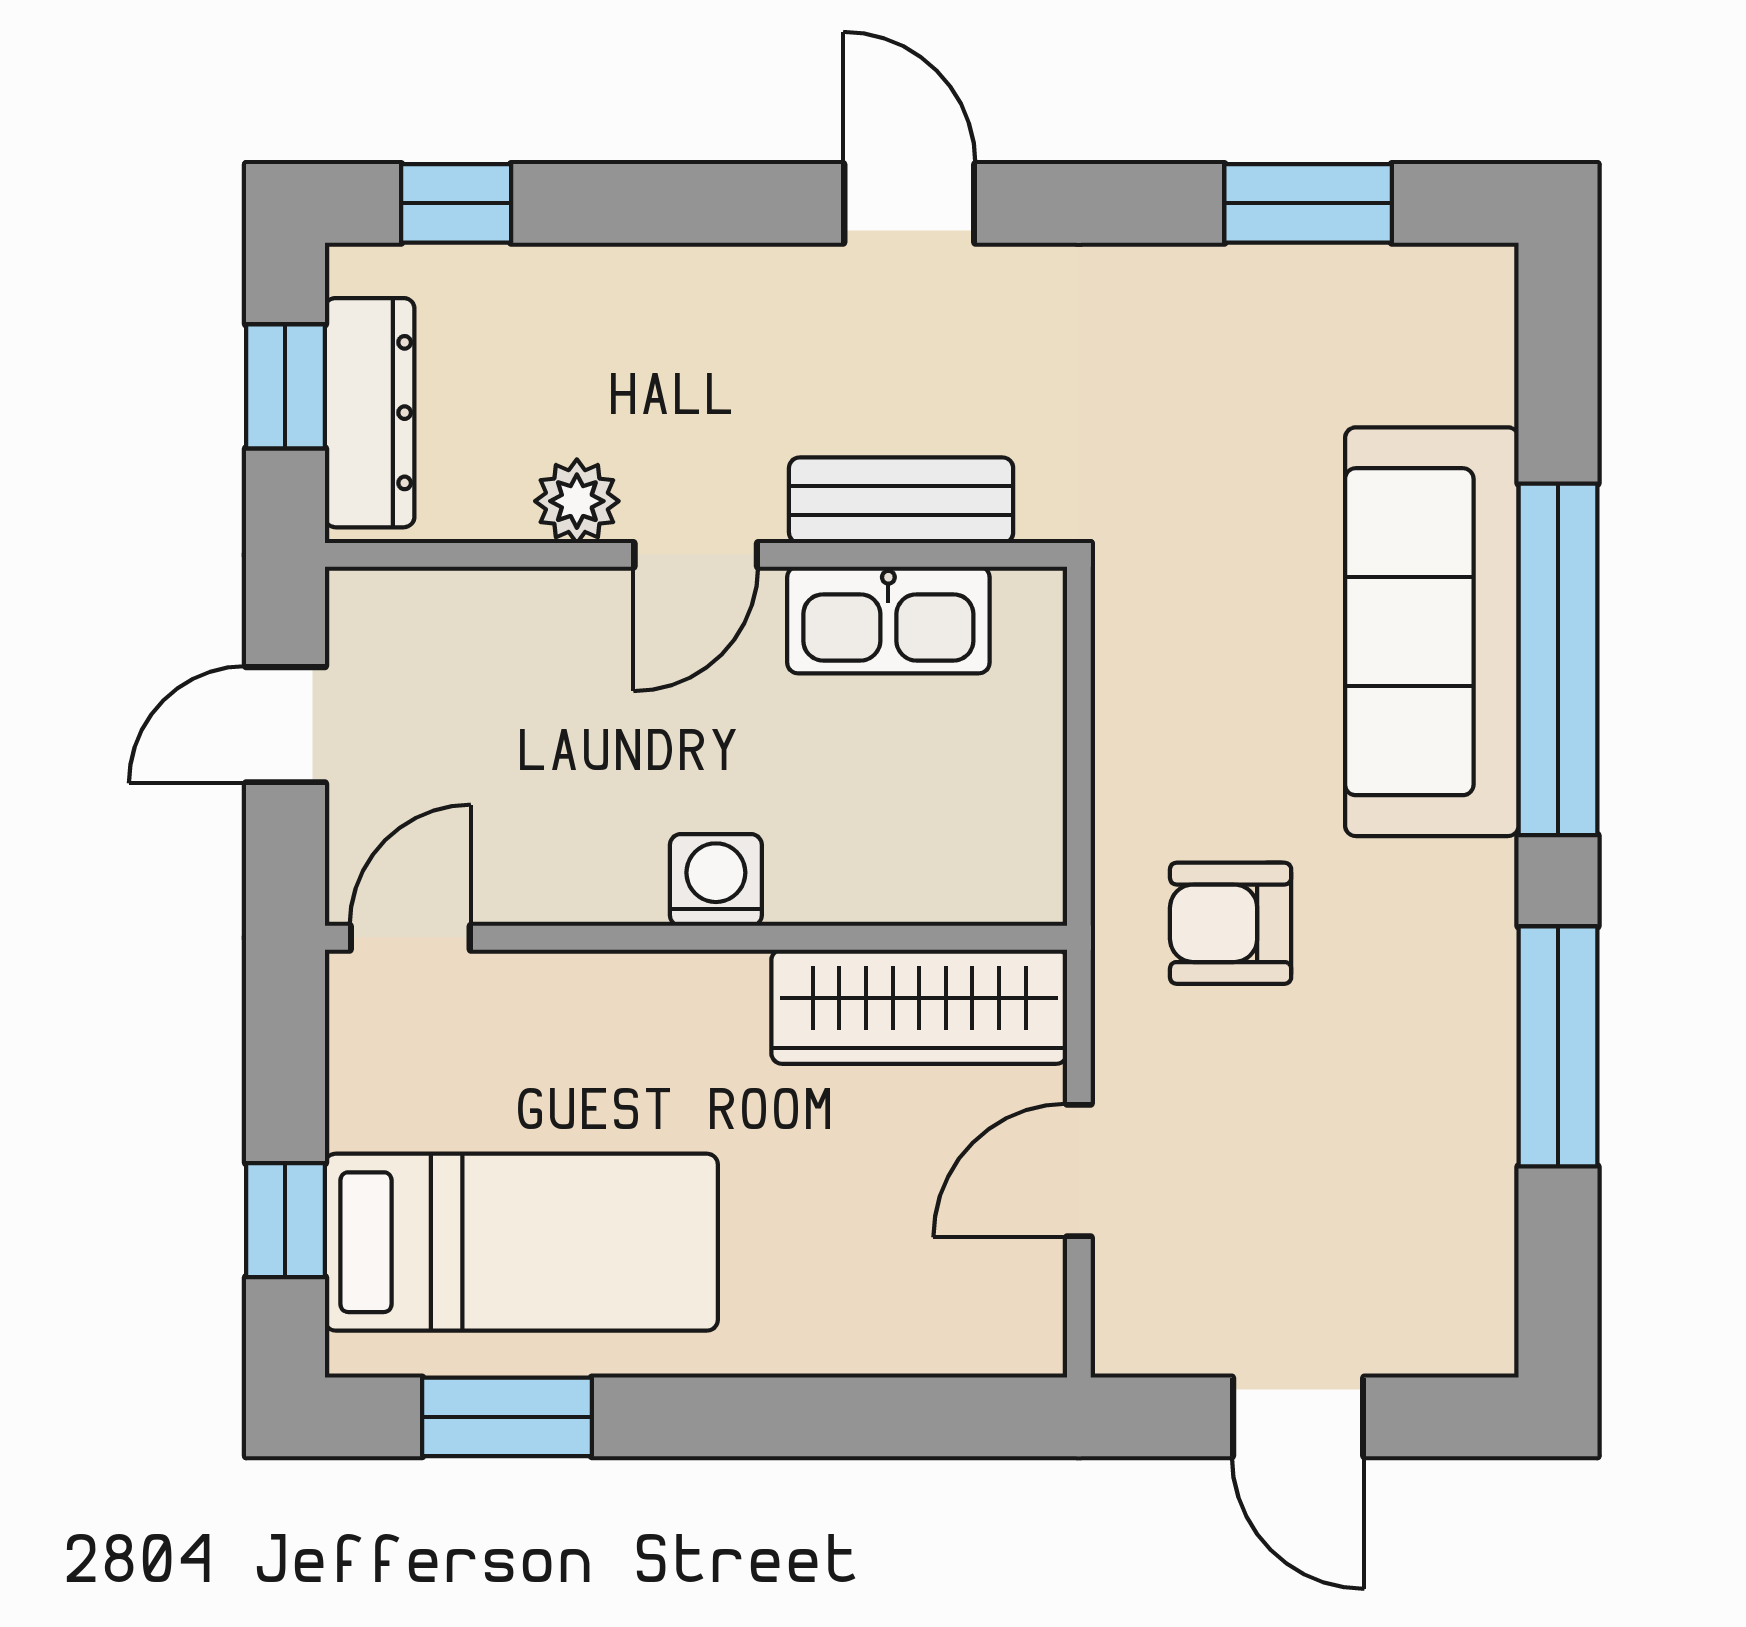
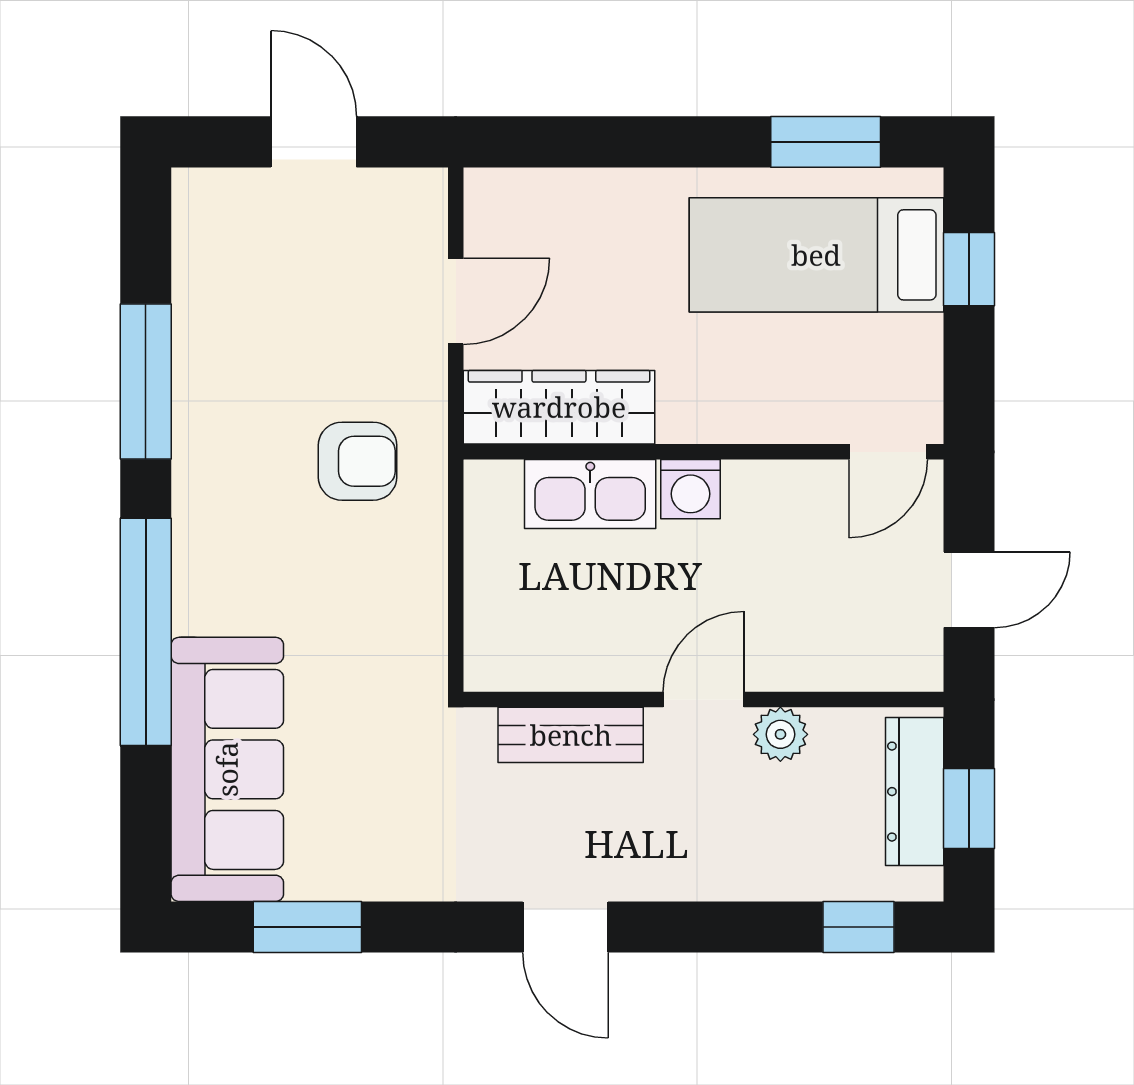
kitchen sink: (888, 620) -> (590, 494), moved, turned 180
sofa: (1432, 632) -> (227, 769), moved

